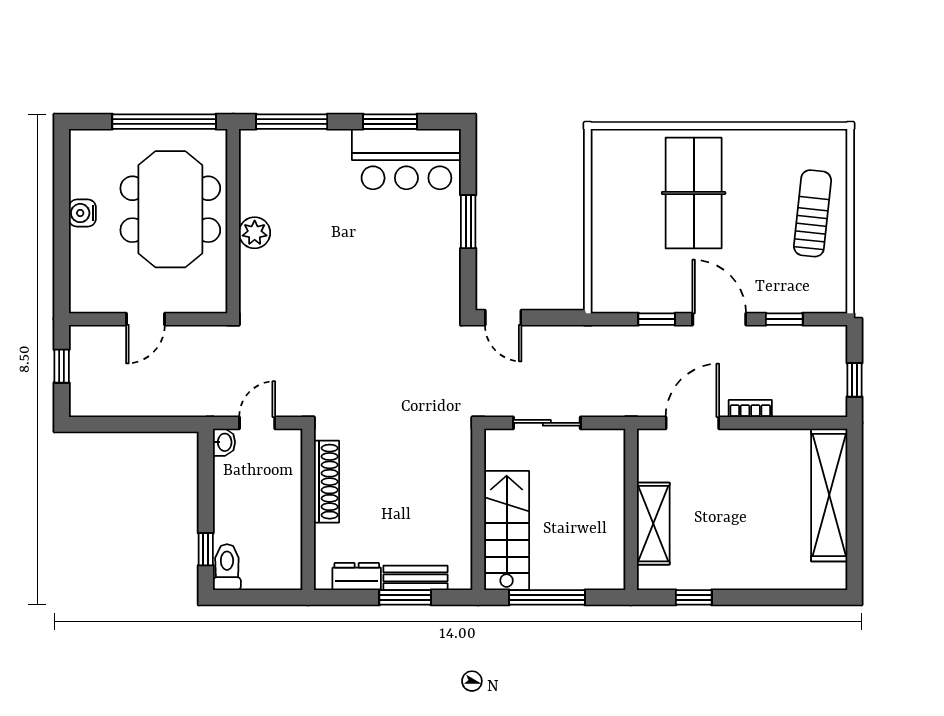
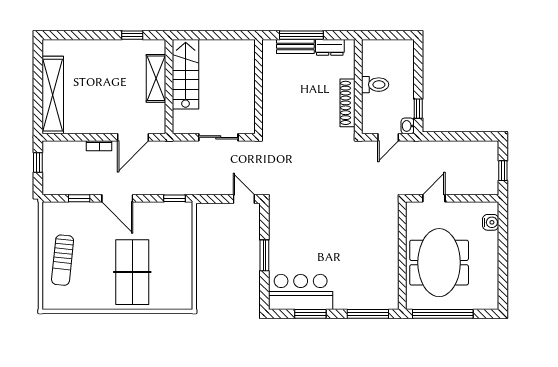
water cooler: (82, 213) -> (491, 222), moved
plant: (255, 233) -> (390, 249), removed
door: (145, 319) -> (434, 198), moved
window: (657, 319) -> (175, 198), moved
stairs: (507, 530) -> (186, 74), moved, turned 180
window: (206, 549) -> (418, 109), moved
toilet: (227, 567) -> (375, 85), moved, turned -90
window: (405, 597) -> (301, 35), width x1.44
window: (547, 597) -> (218, 35), removed

